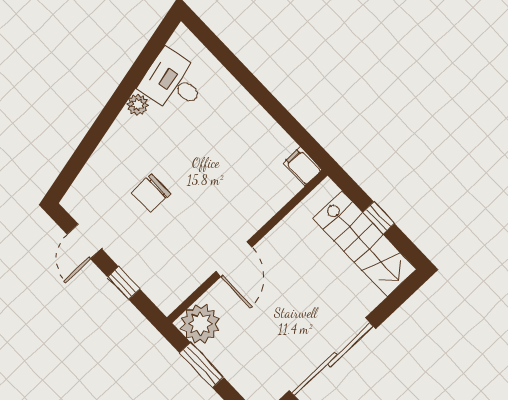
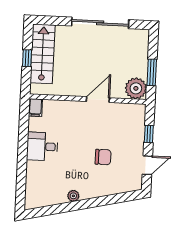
desk: (173, 82) -> (42, 147), moved, turned 103

